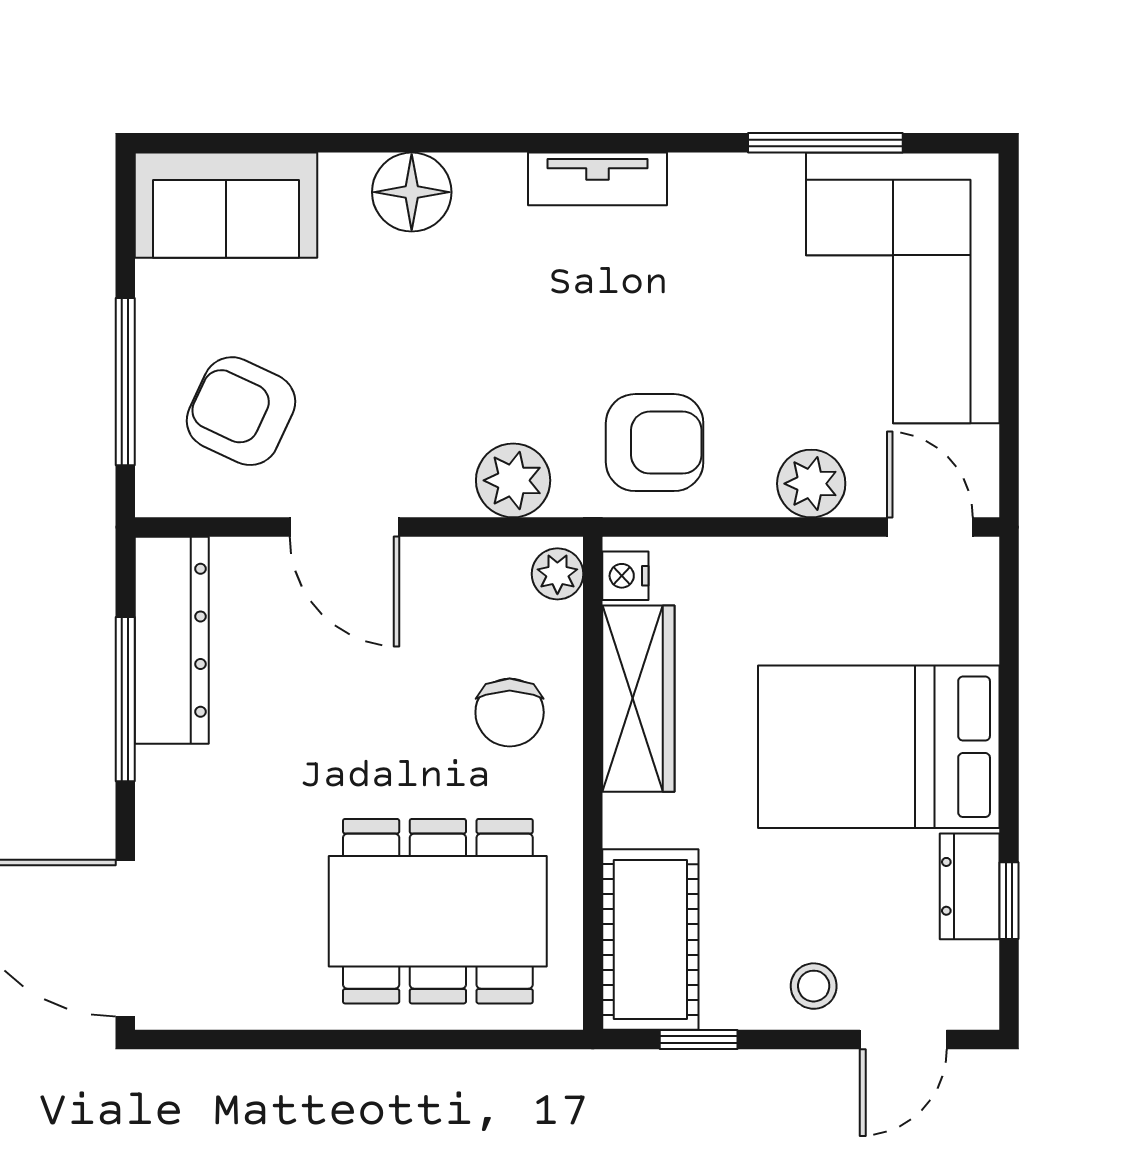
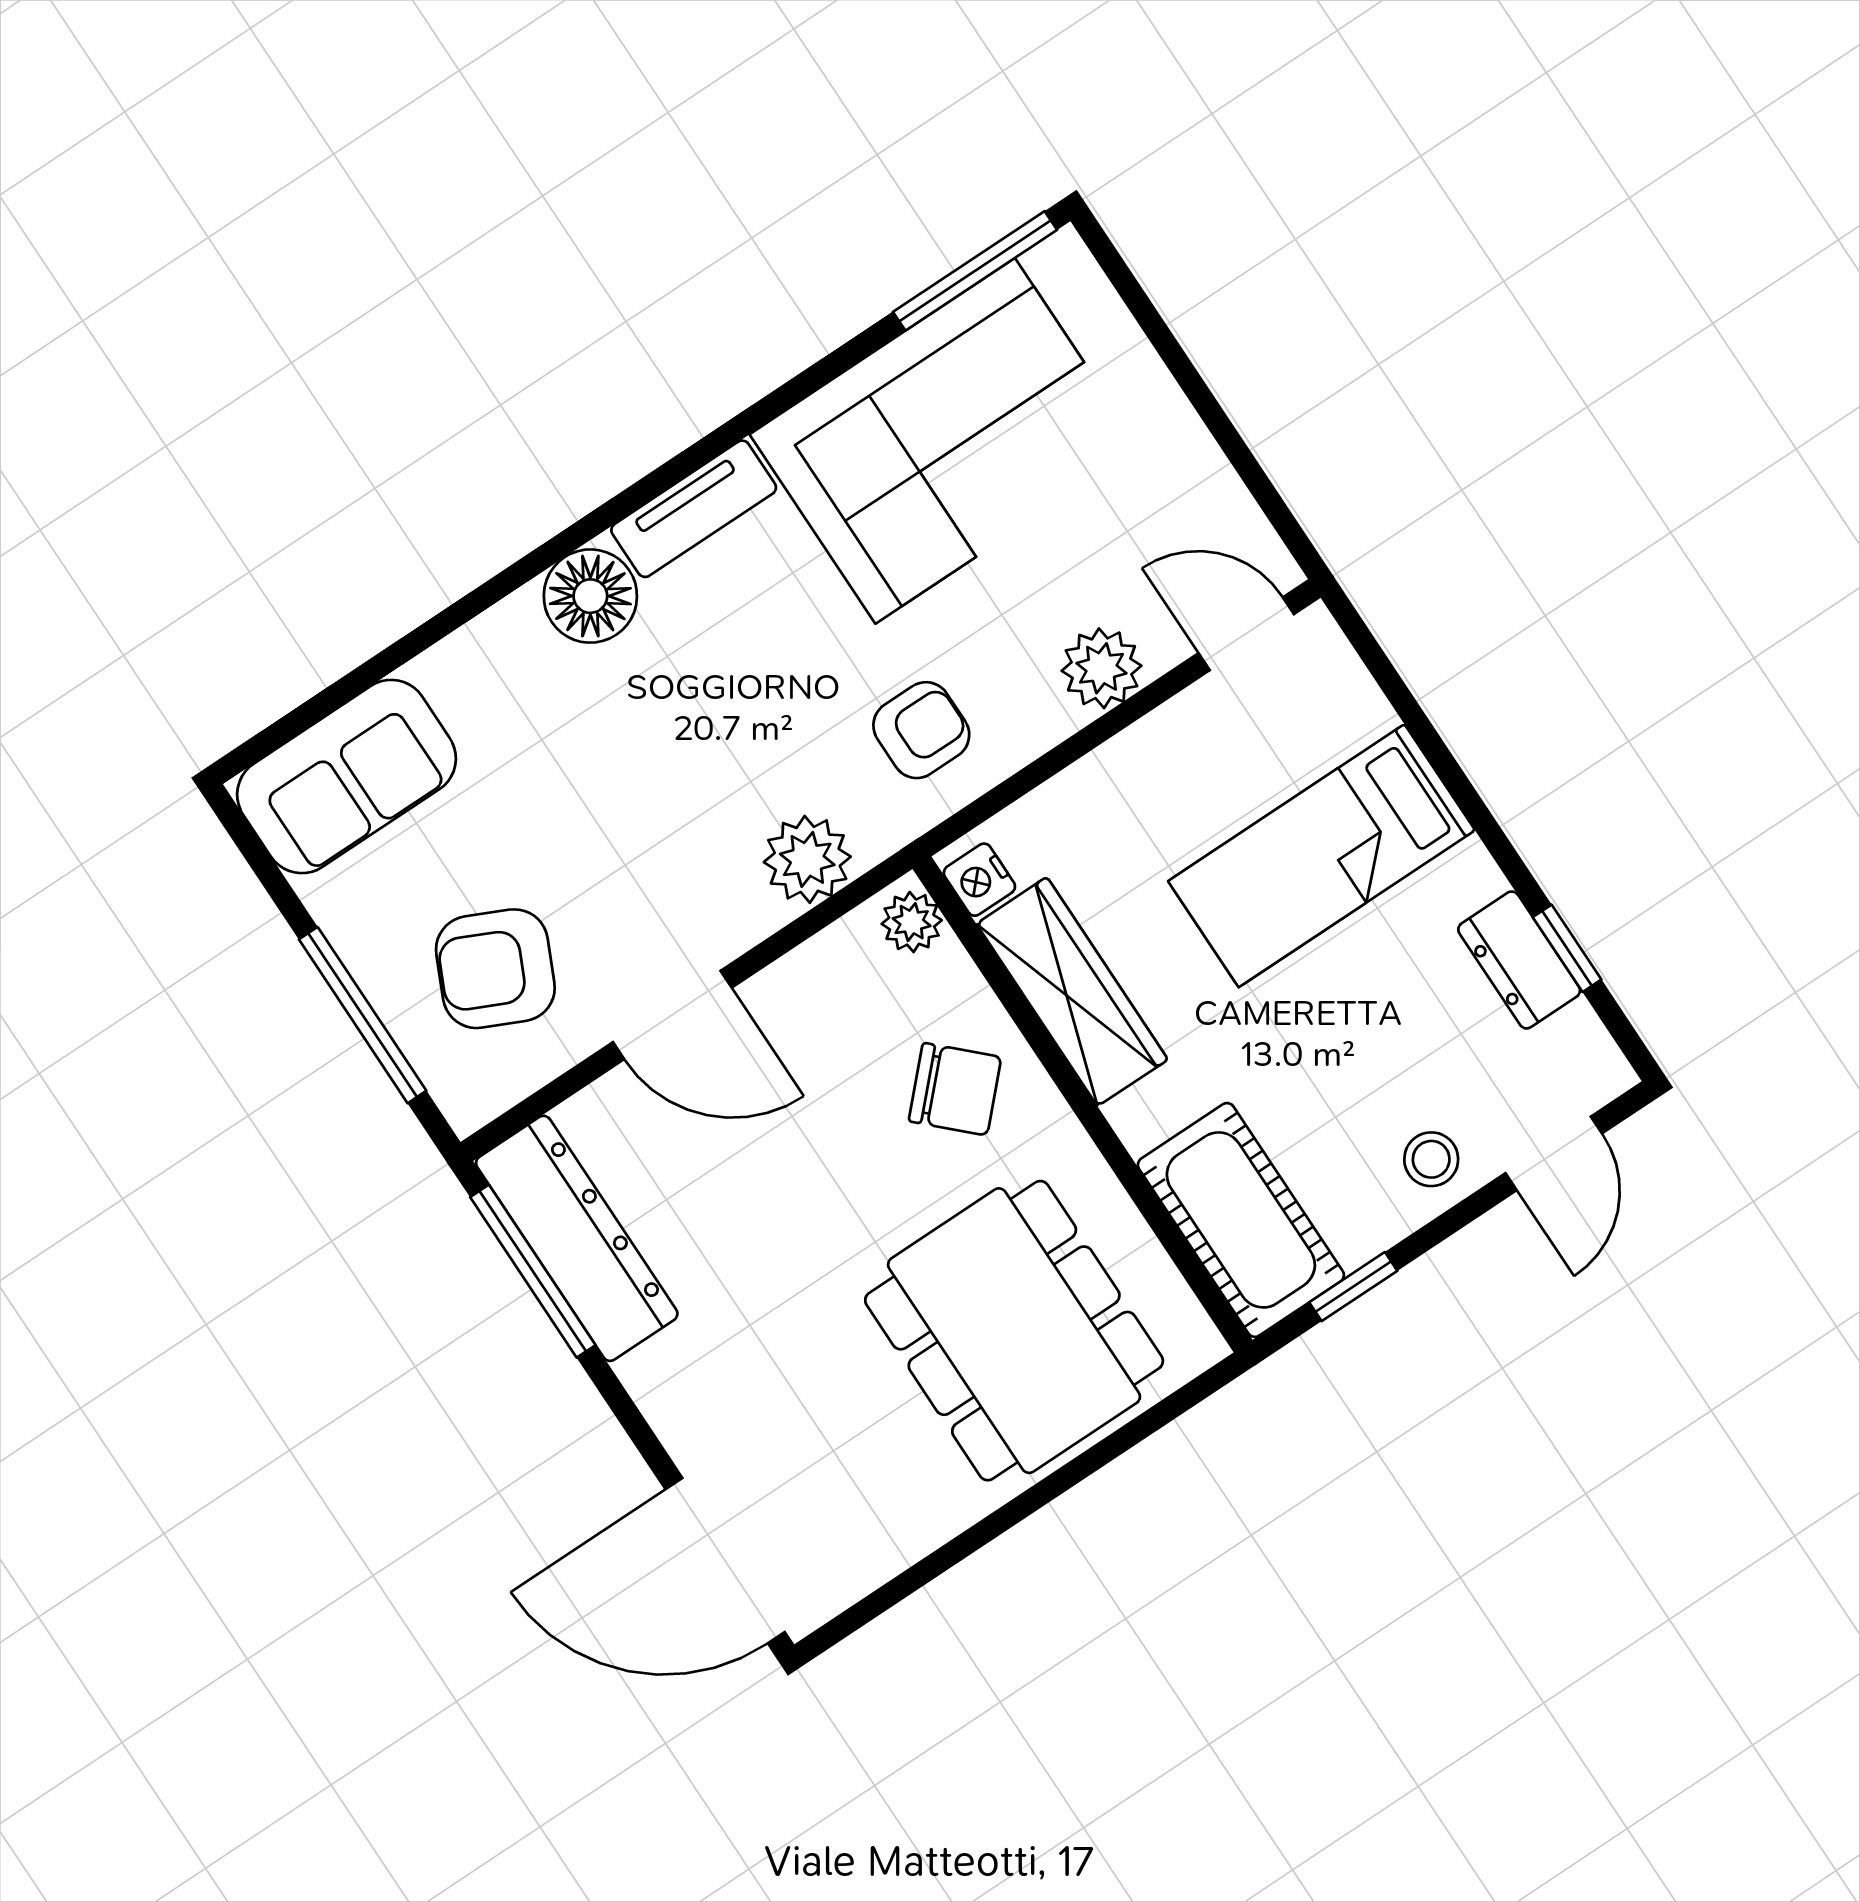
window: (825, 143) -> (975, 271), moved
floor lamp: (412, 192) -> (590, 596), moved
corner sofa: (903, 288) -> (945, 441), moved, turned -90
armchair: (655, 443) -> (921, 730), width x0.72, depth x0.72
window: (125, 699) -> (533, 1271), moved
chair: (510, 712) -> (955, 1089), turned -46
bed: (879, 747) -> (1322, 856), width x0.67
dining table: (438, 911) -> (1014, 1331), turned 90

